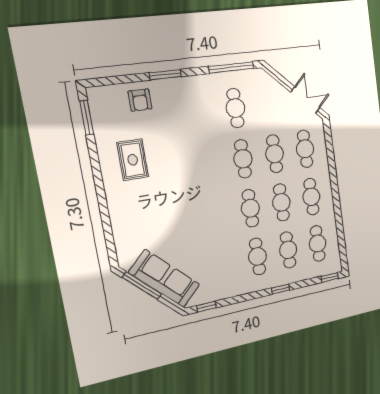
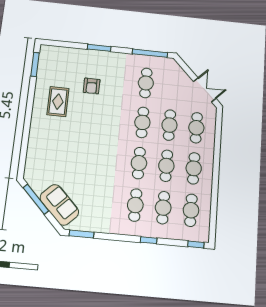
armchair: (140, 100) -> (92, 86), moved
sofa: (164, 279) -> (59, 205), width x0.73
window: (206, 307) -> (82, 234), width x1.50

